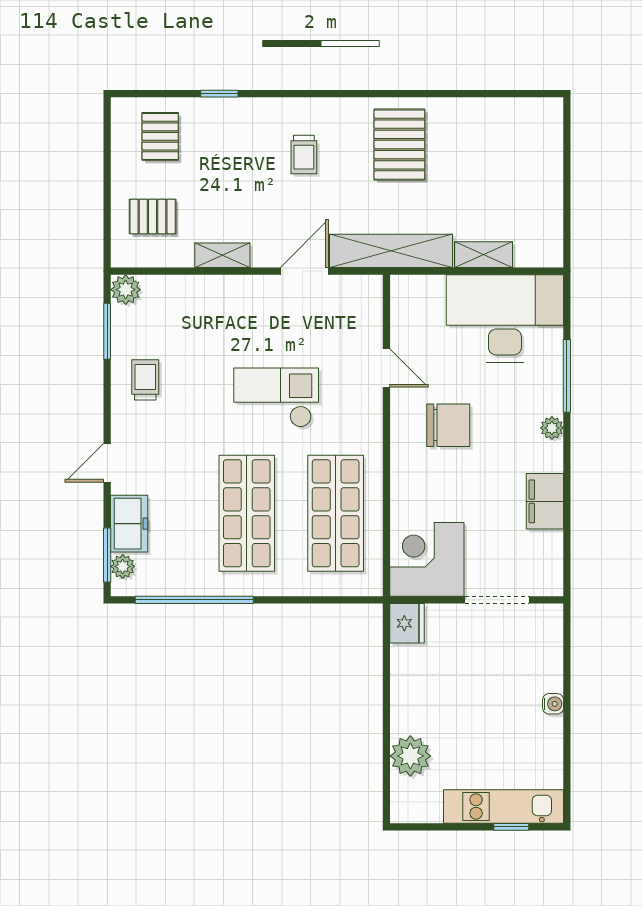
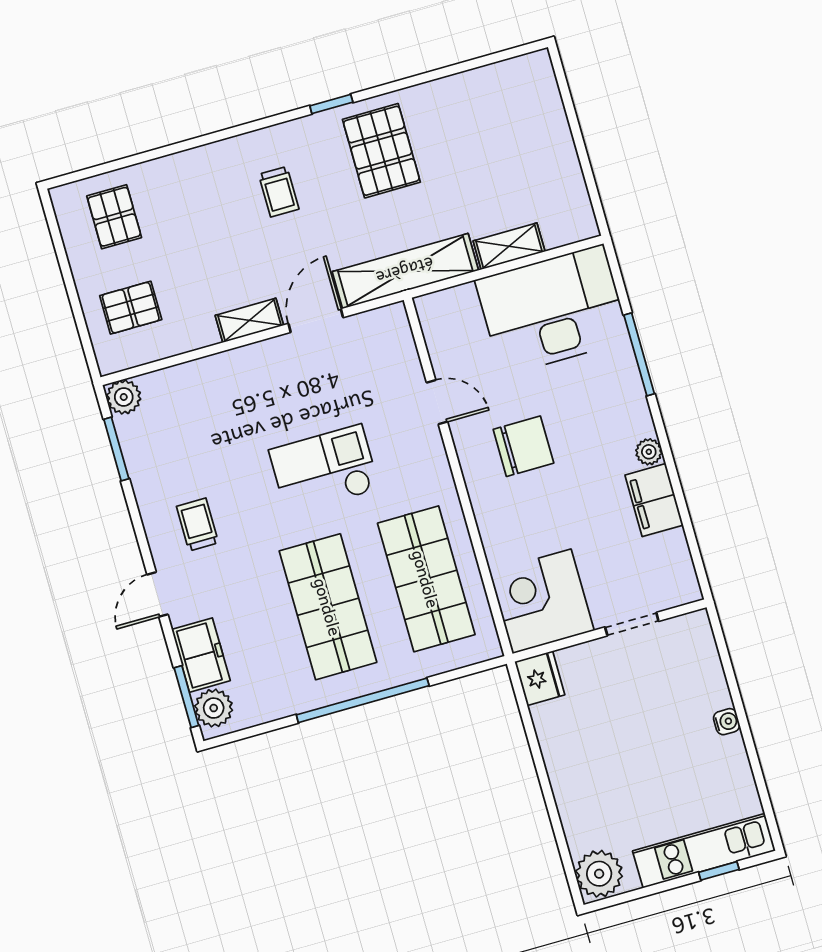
window: (219, 94) -> (331, 104), moved
shelving: (222, 255) -> (249, 320), moved
trolley: (145, 380) -> (197, 524), moved
plant: (552, 428) -> (649, 452), moved
plant: (123, 566) -> (214, 708), width x1.38, depth x1.38
window: (194, 600) -> (363, 700), moved
doorway: (497, 600) -> (632, 624), width x0.73
plant: (410, 756) -> (599, 874), moved

